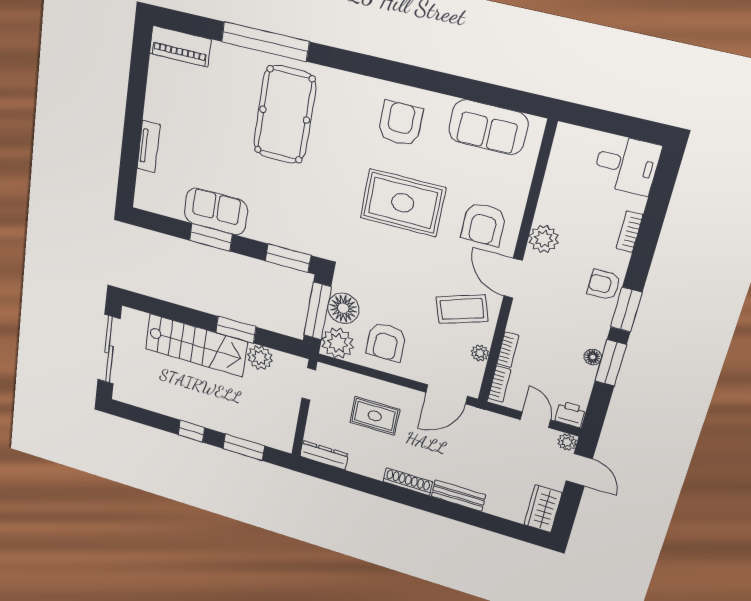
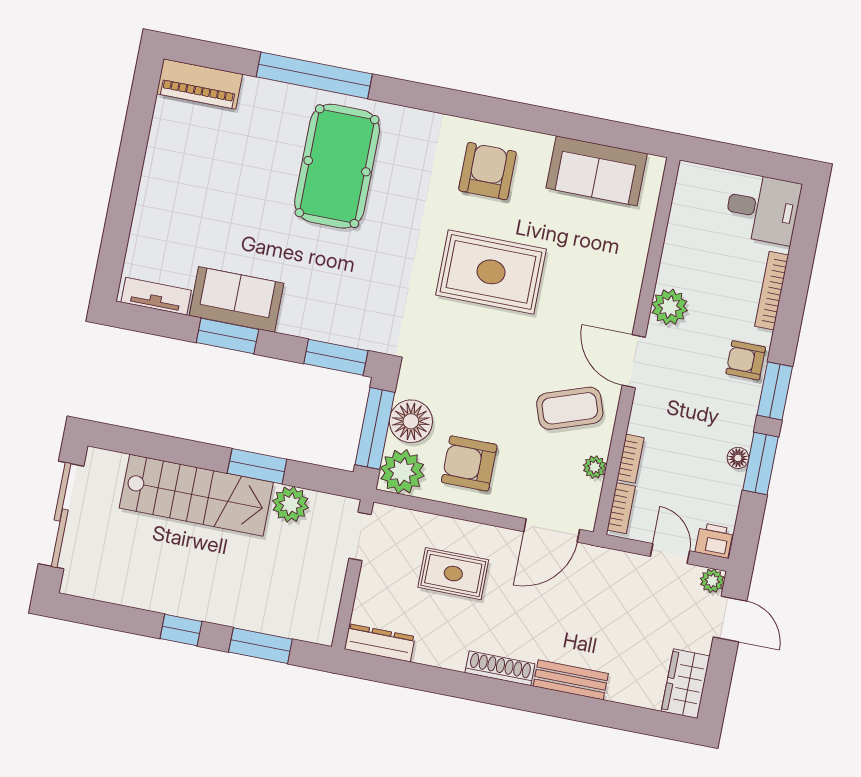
tv unit: (149, 147) -> (156, 296), moved, turned -90
armchair: (484, 224) -> (594, 293), removed
bookcase: (629, 232) -> (772, 291), width x1.56
armchair: (386, 342) -> (469, 463), turned 90

